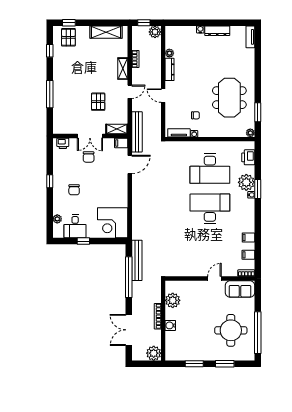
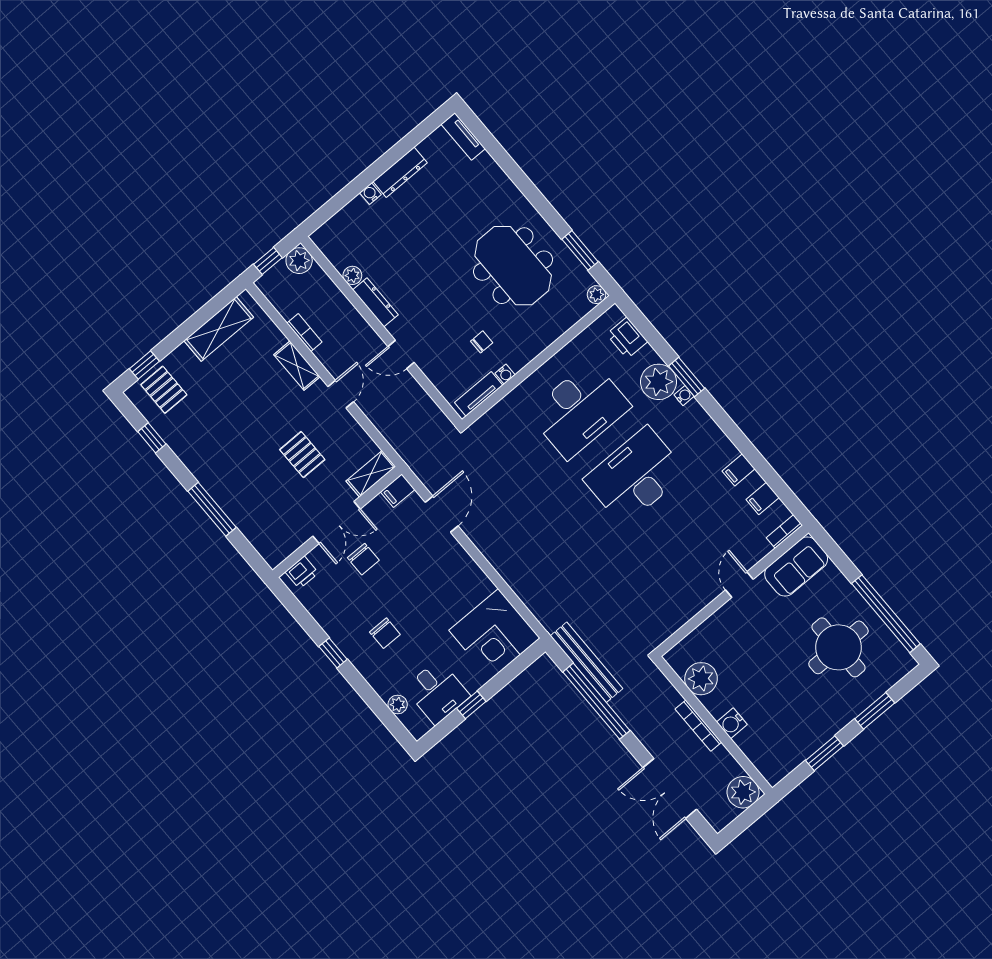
bench: (137, 132) -> (408, 450), removed

